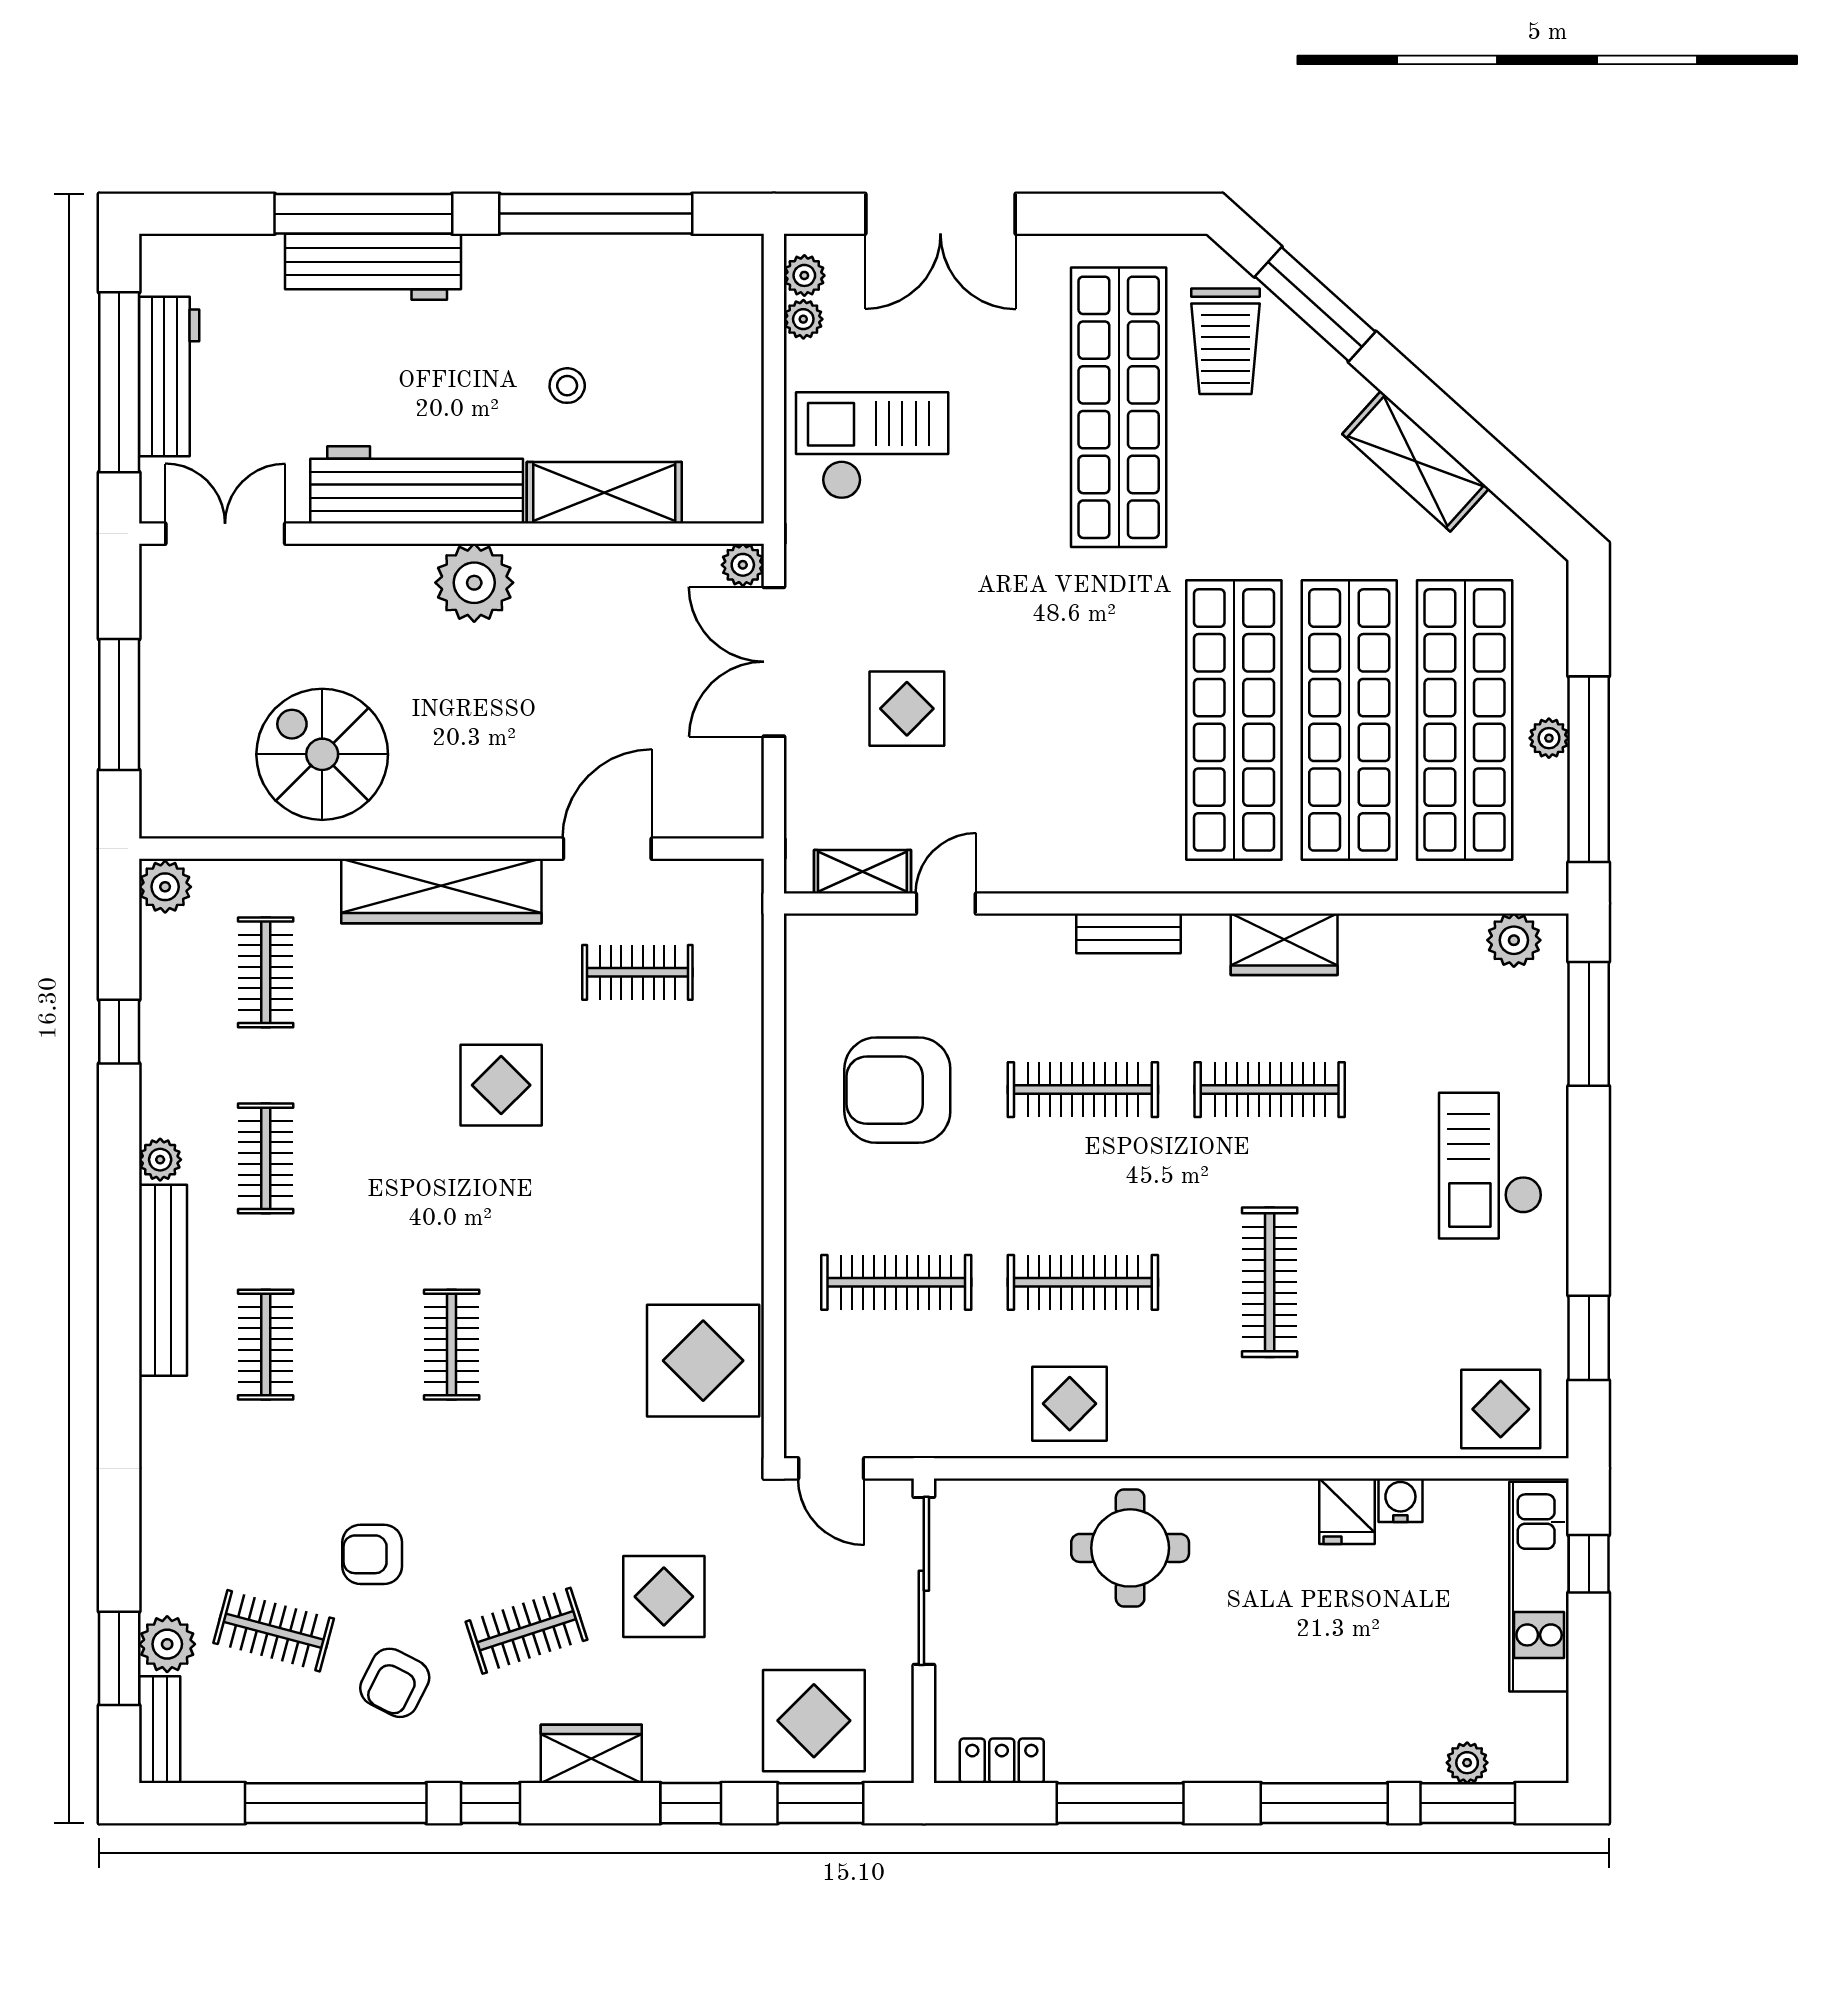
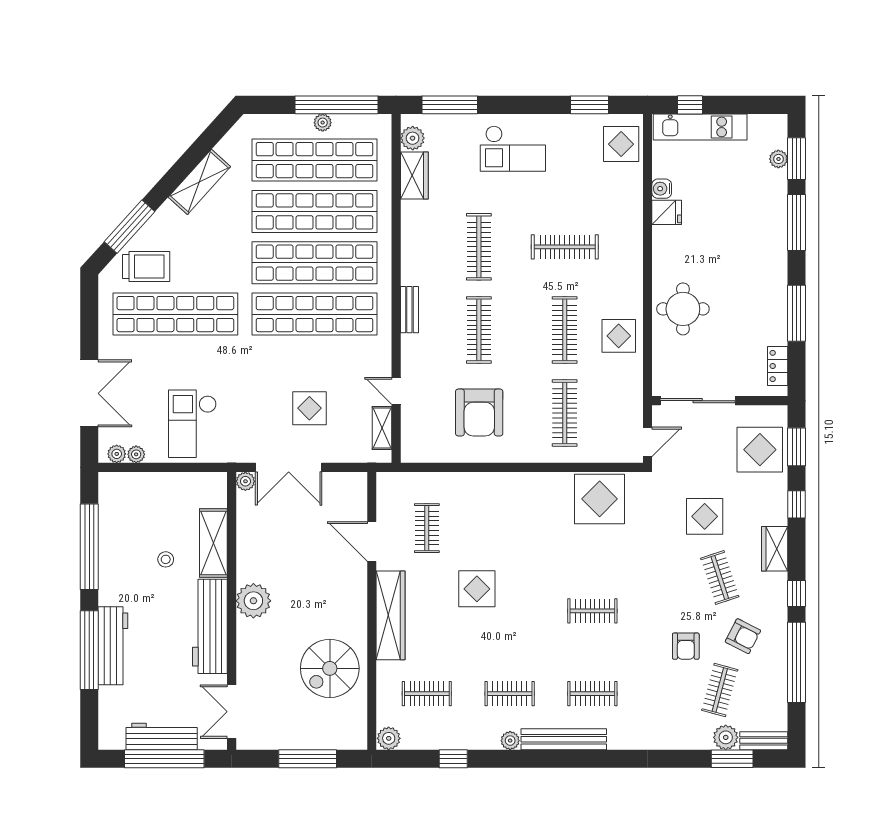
shop shelf: (1119, 720) -> (315, 314), added
wardrobe: (1284, 944) -> (414, 176), moved

